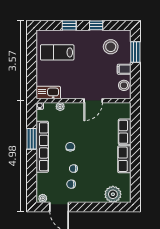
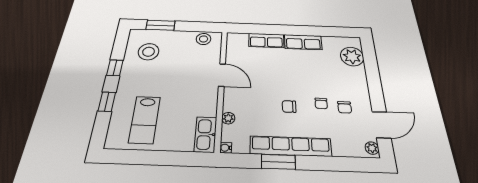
filing cabinet: (124, 69) -> (182, 38), removed

